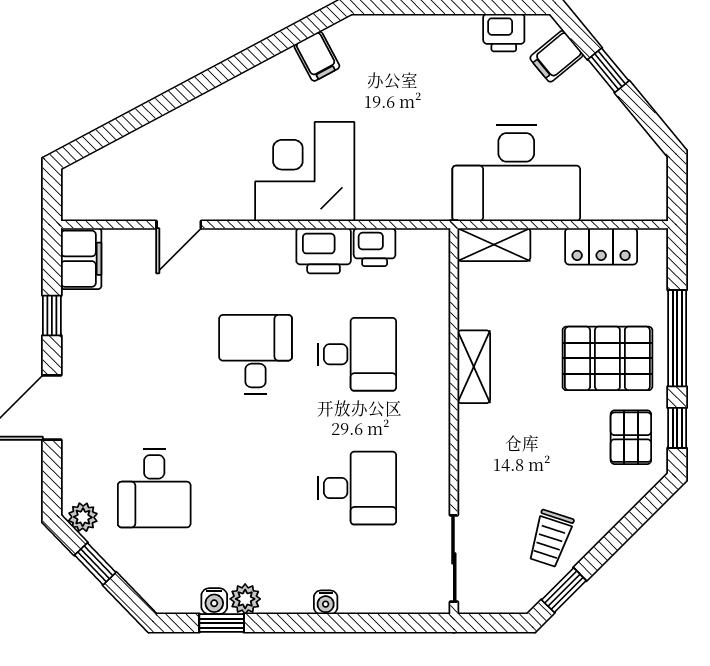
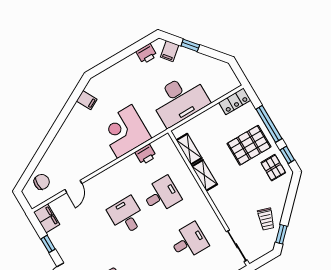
corner desk: (305, 172) -> (125, 131), moved
chair: (117, 174) -> (42, 182), added
shelving: (494, 245) -> (189, 149), moved, turned 90
locker: (601, 246) -> (235, 101), moved
printer: (324, 251) -> (129, 166), removed

